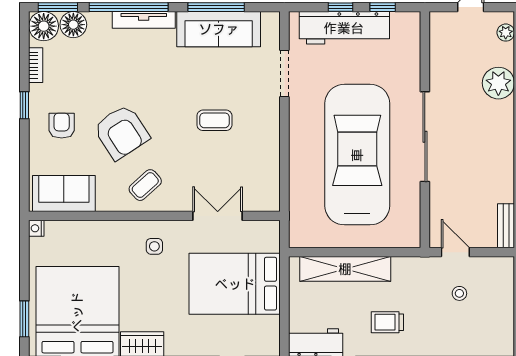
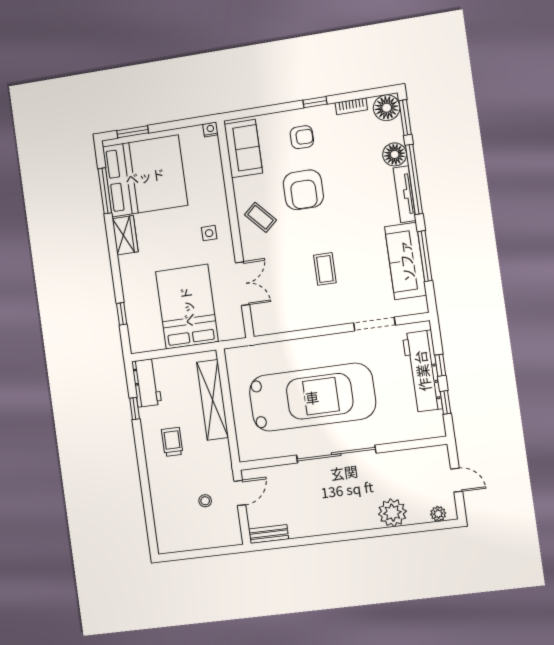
floor lamp: (73, 25) -> (395, 154), moved
armchair: (121, 132) -> (303, 190), turned -57

